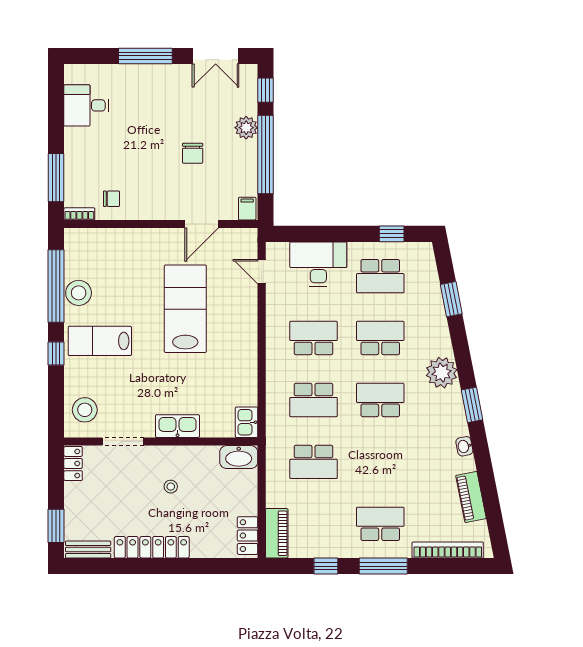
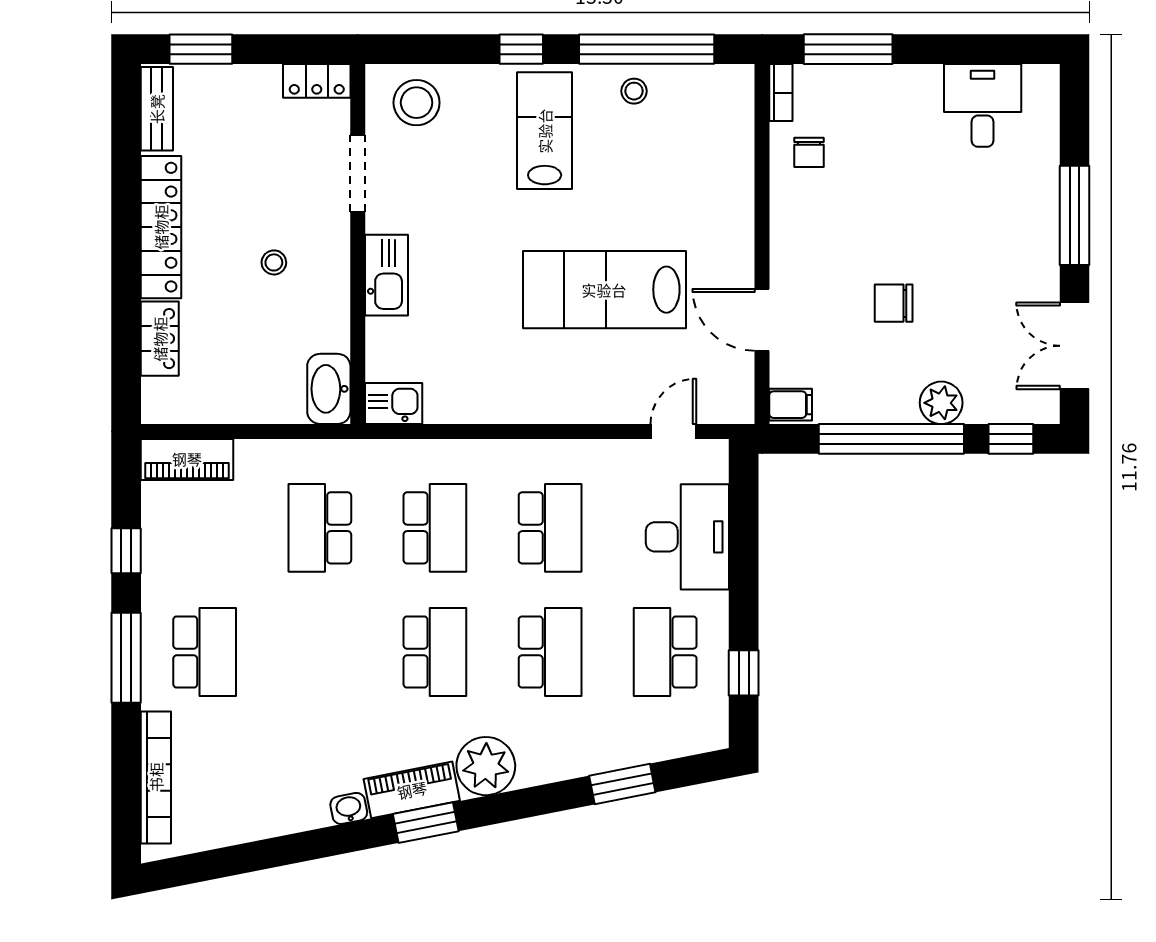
stool: (79, 293) -> (634, 91), width x0.53, depth x0.53
lab bench: (185, 309) -> (604, 290), turned 180
school desk: (313, 400) -> (435, 528), turned 180
piano: (471, 497) -> (412, 790), moved
locker: (248, 536) -> (160, 339), moved, turned 90

